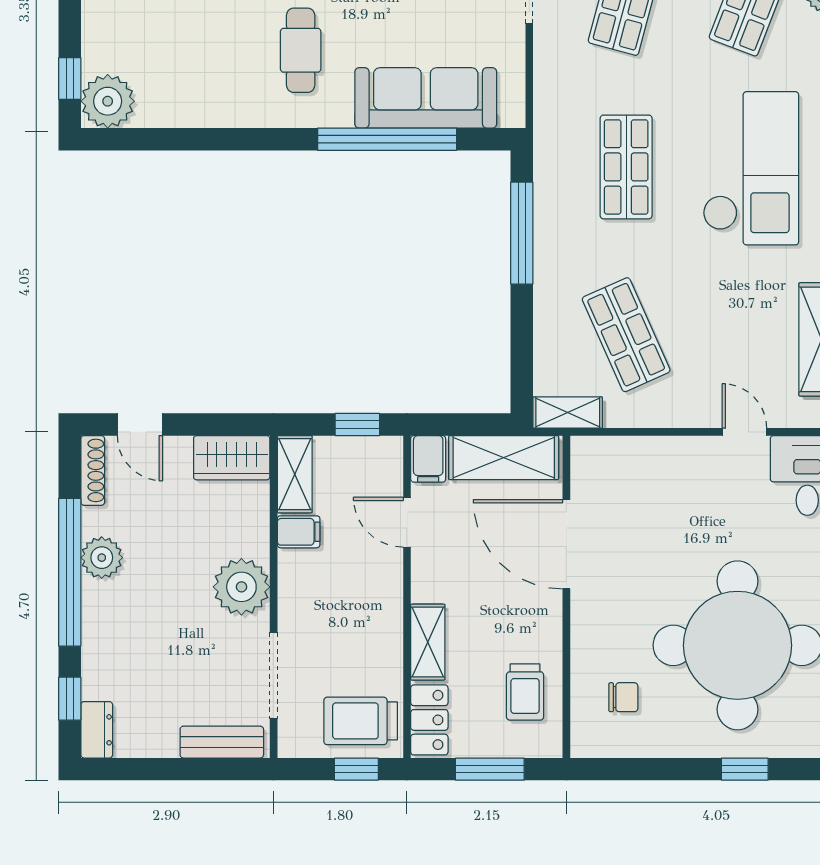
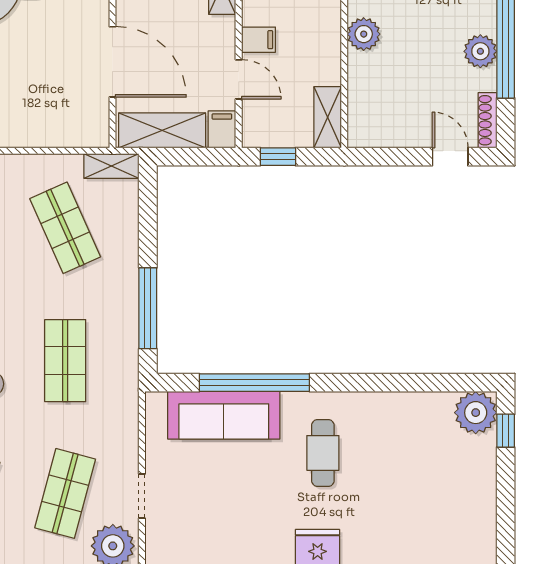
wardrobe: (232, 458) -> (377, 130), removed
filing cabinet: (299, 532) -> (259, 40), moved, turned 180
plant: (241, 587) -> (364, 34), width x0.73, depth x0.73

